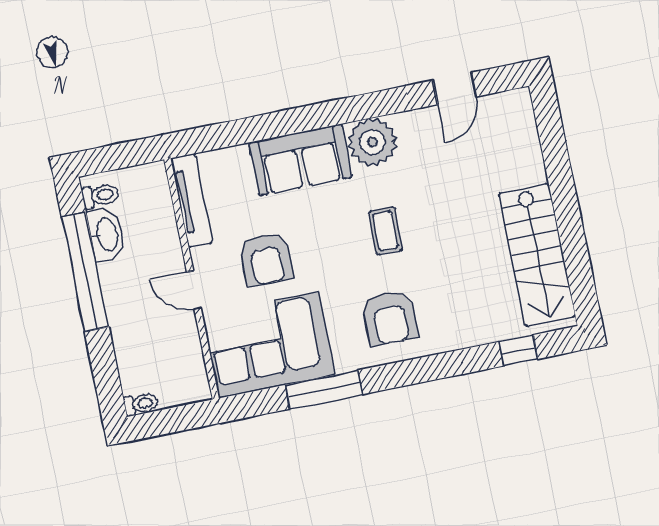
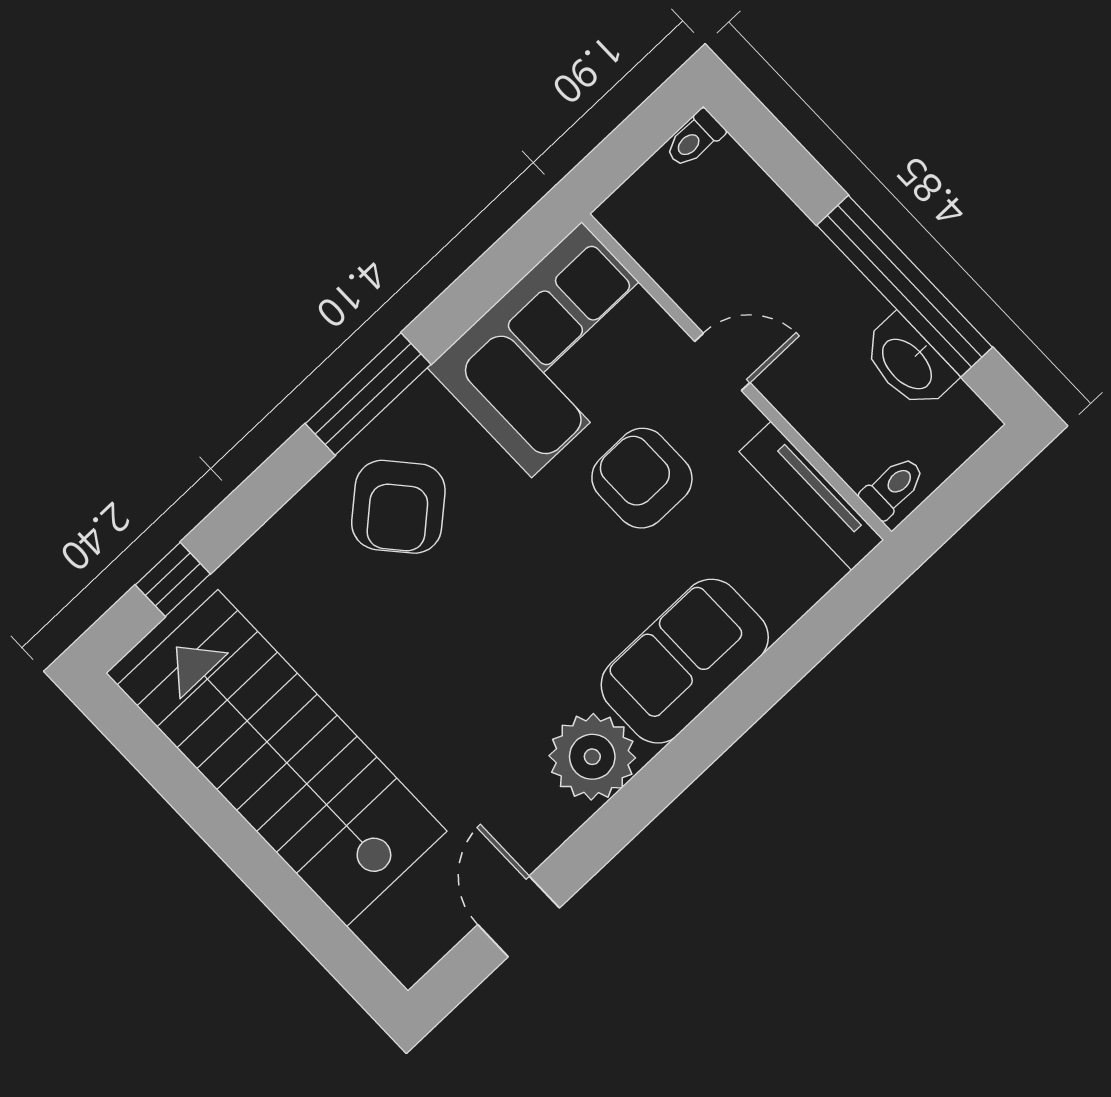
toilet: (100, 196) -> (893, 487), moved, turned 180
coffee table: (386, 231) -> (488, 634), removed
stairs: (537, 255) -> (282, 758), width x1.36, depth x1.51
armchair: (390, 318) -> (398, 507), turned -131
window: (324, 390) -> (368, 394), moved

